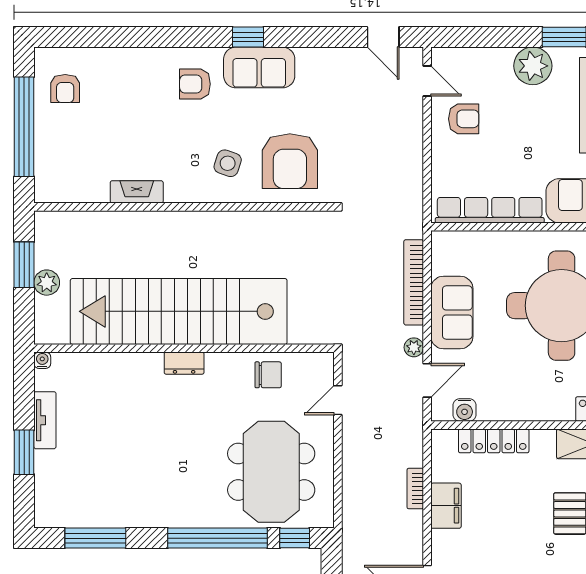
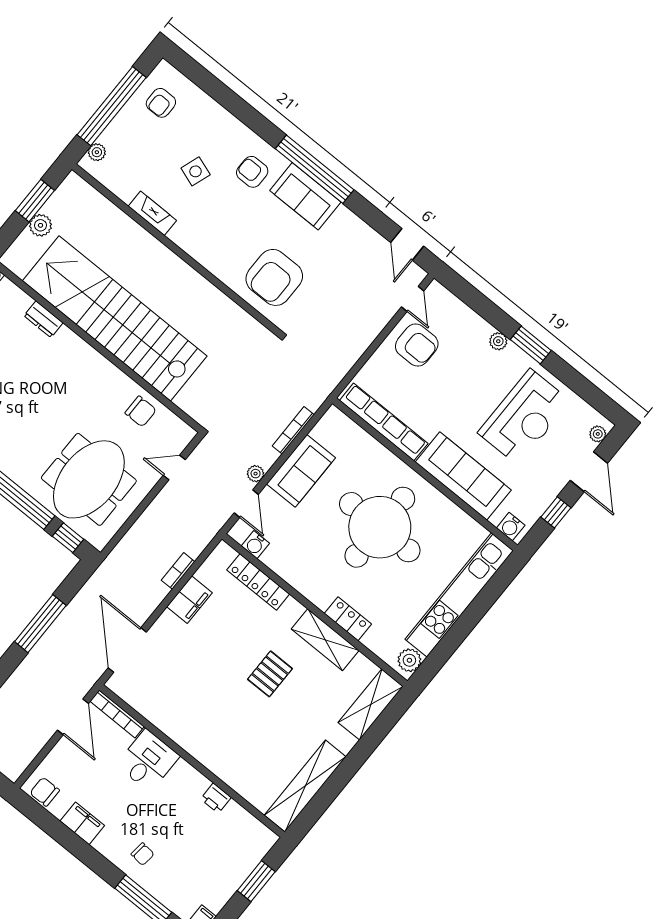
window: (248, 37) -> (315, 169), width x3.17
plant: (533, 66) -> (498, 341), width x0.53, depth x0.53
armchair: (464, 119) -> (417, 345), width x1.38, depth x1.38
side table: (228, 163) -> (196, 171), moved
plant: (44, 178) -> (97, 152), added
bookcase: (414, 282) -> (293, 430), width x0.68, depth x0.76
dresser: (184, 363) -> (43, 319), moved
door: (427, 380) -> (246, 504), hinge flipped

